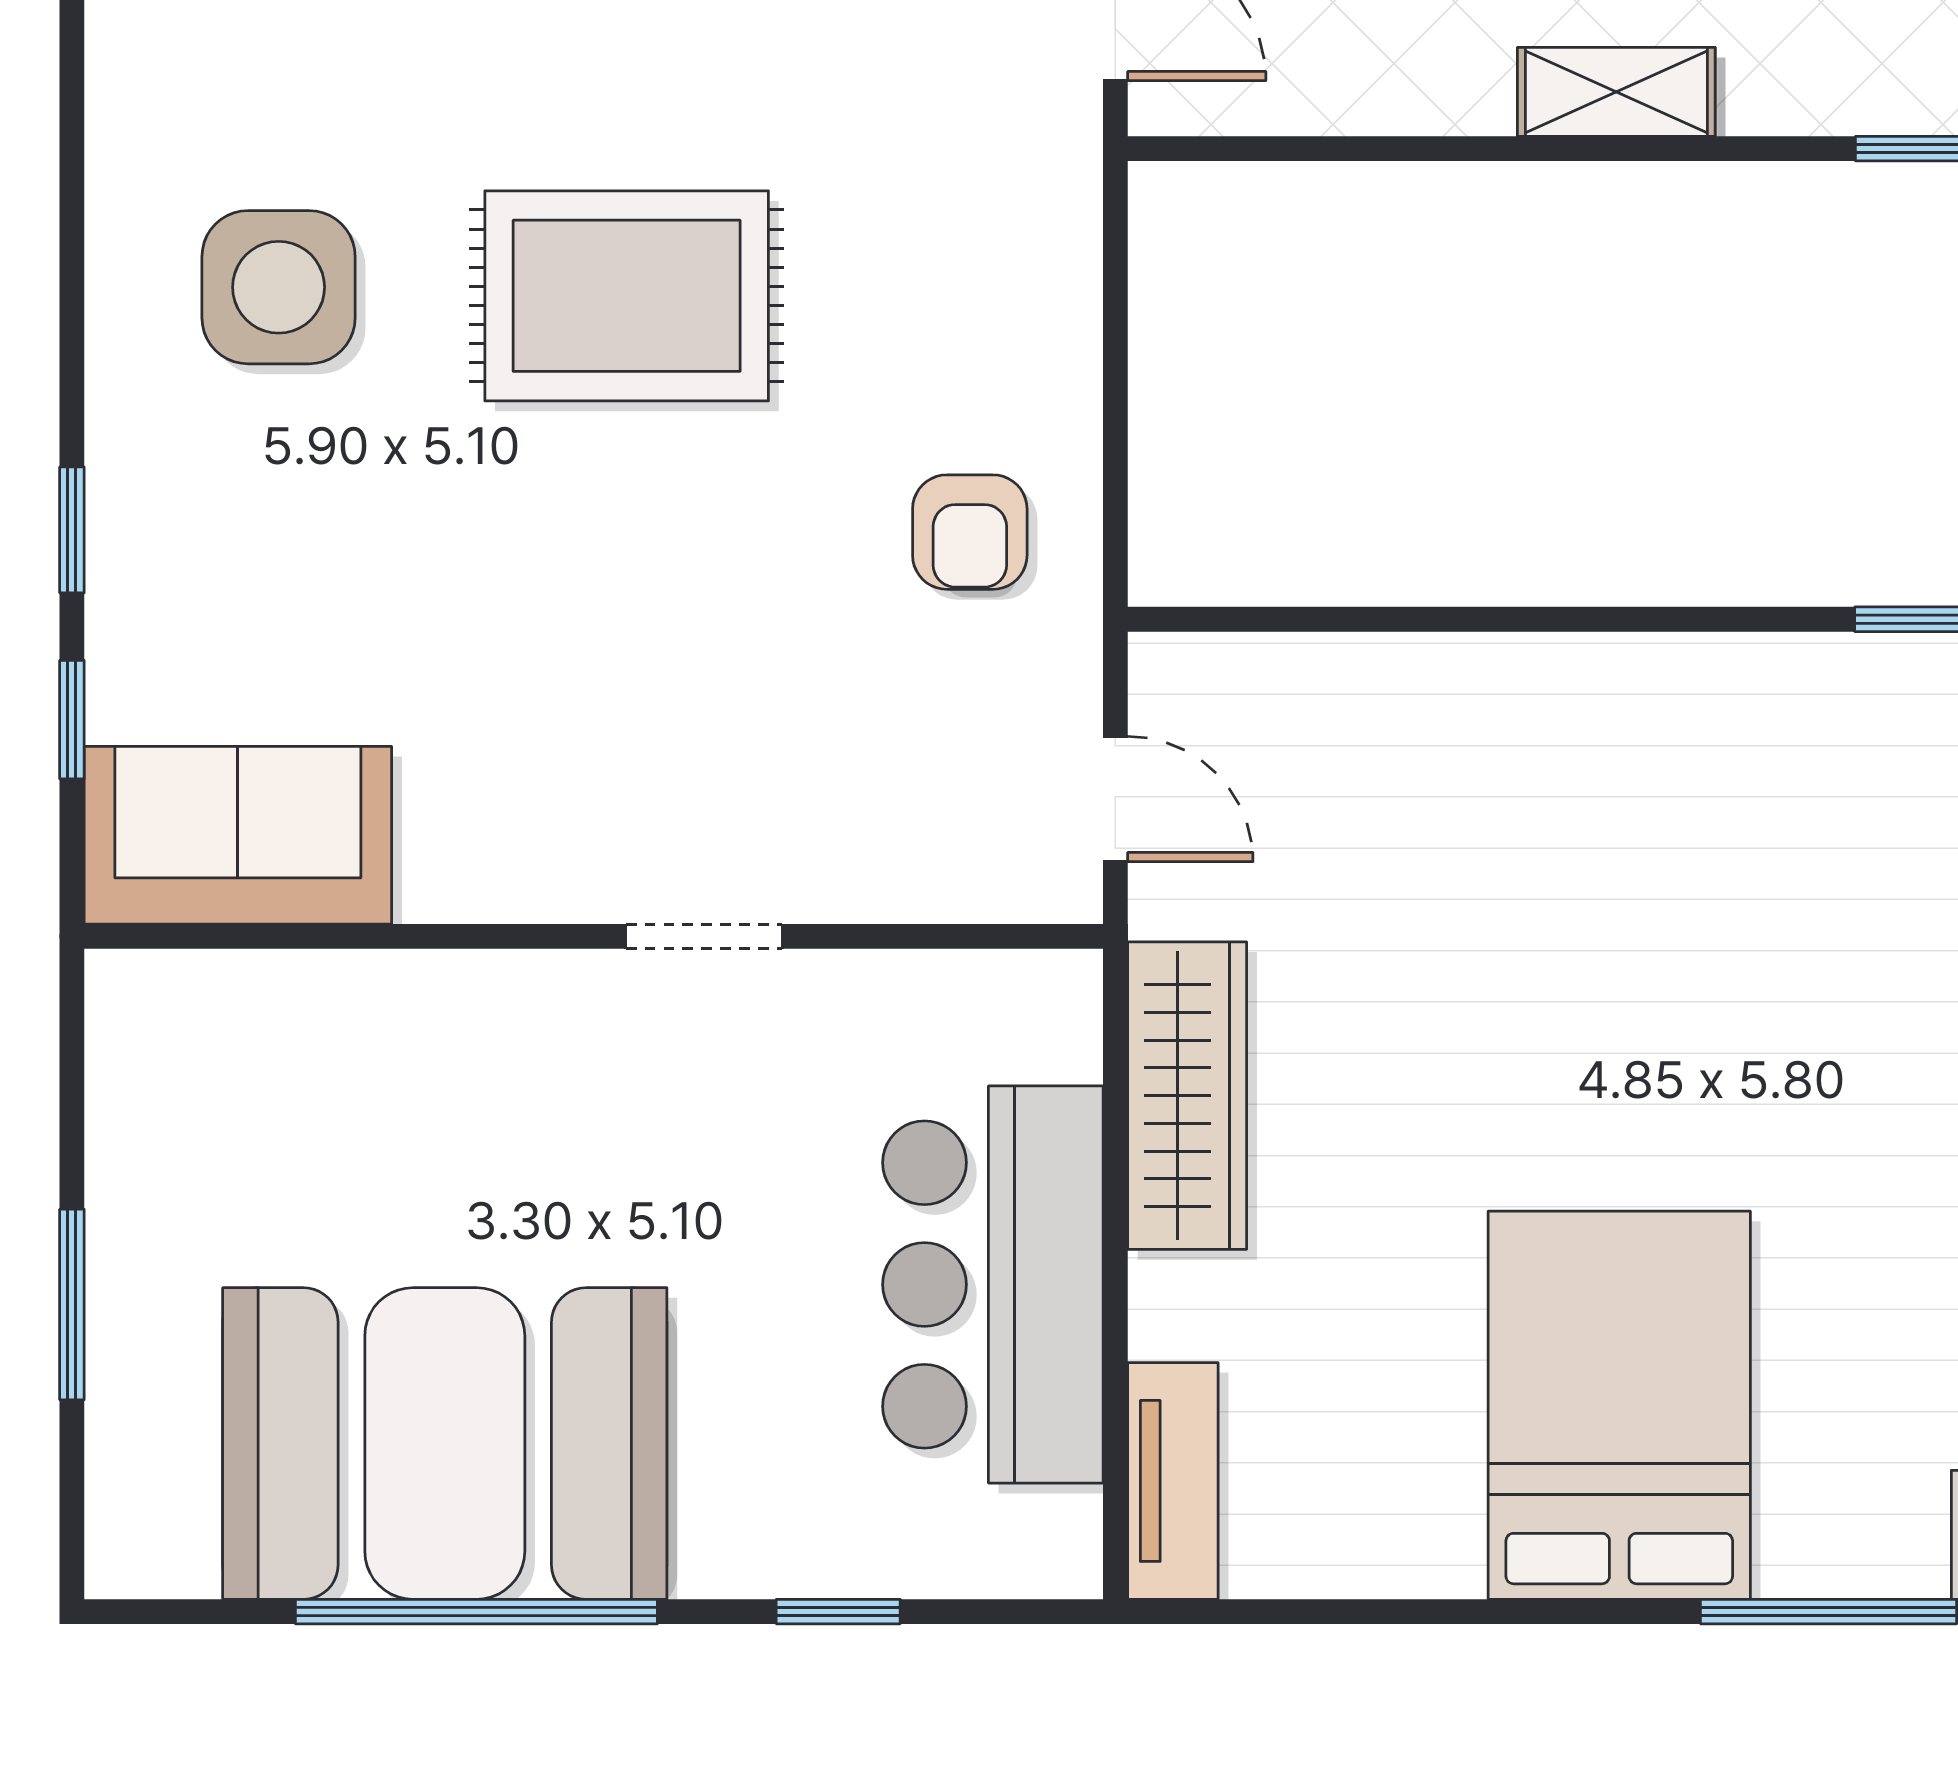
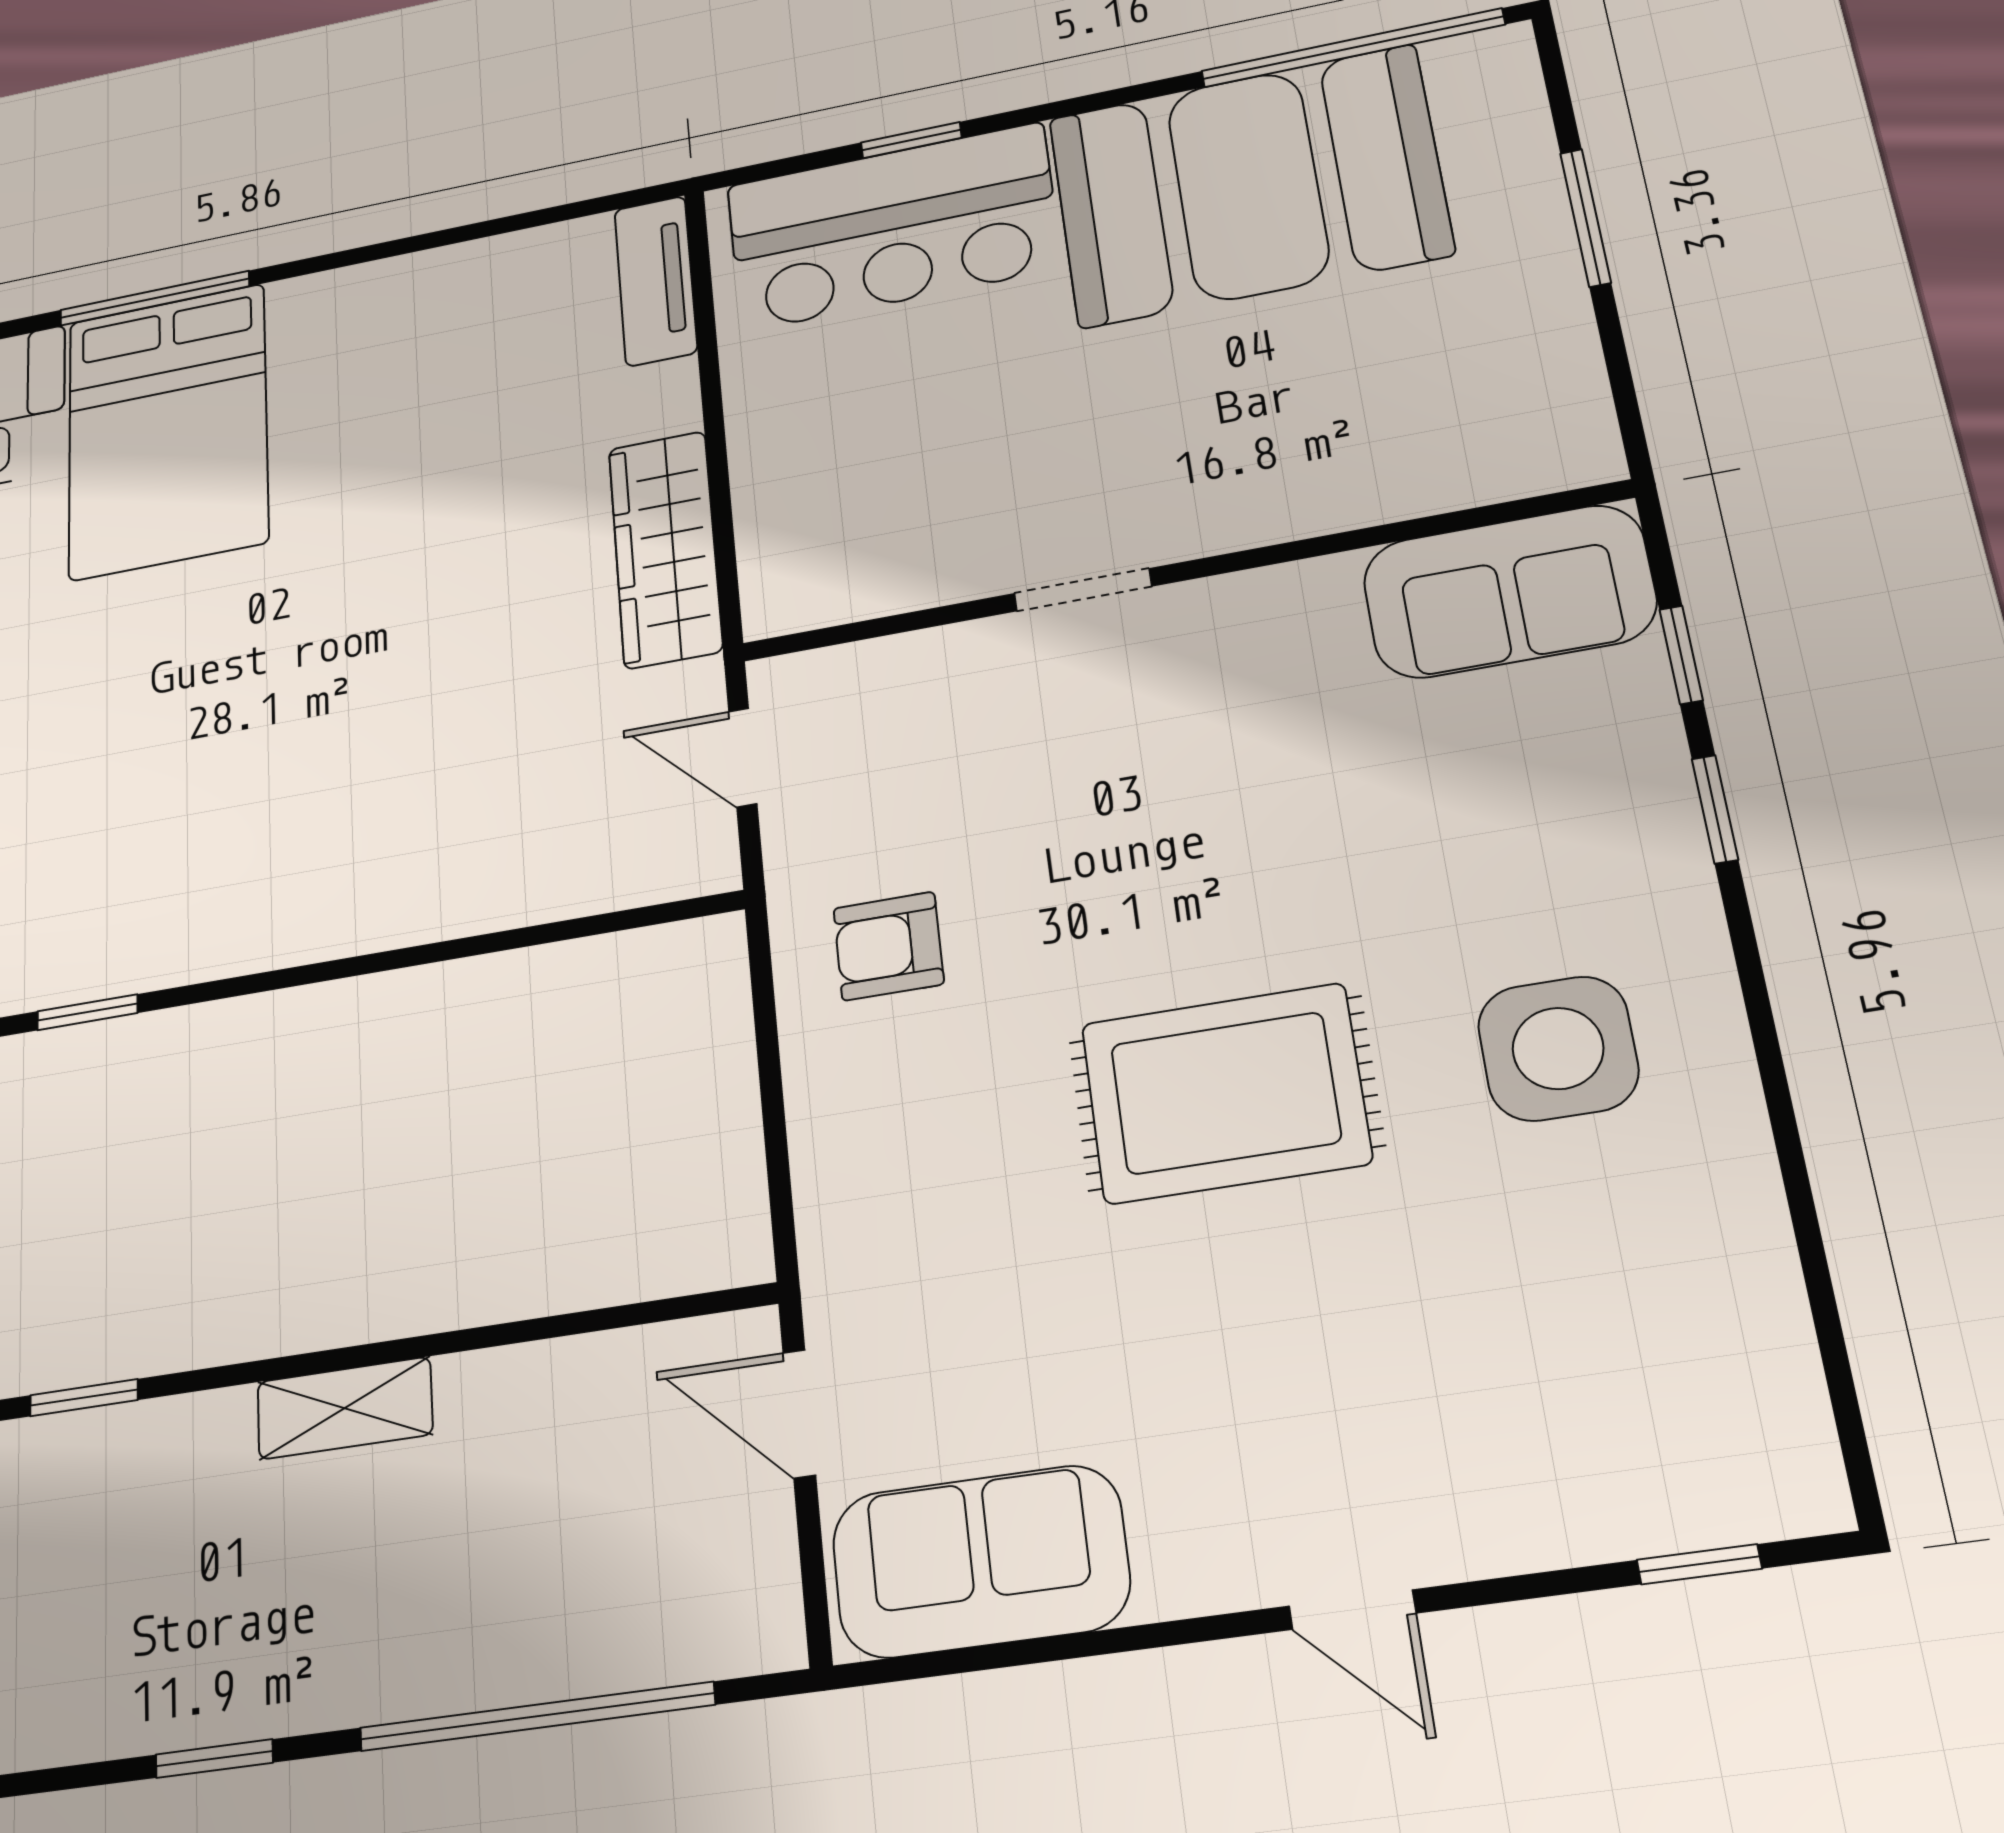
armchair: (970, 532) -> (888, 946), turned -90
bar counter: (993, 1284) -> (892, 227), moved, turned 90
bed: (1619, 1405) -> (167, 431), moved
window: (476, 1612) -> (1352, 48), moved

